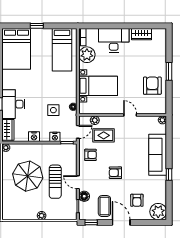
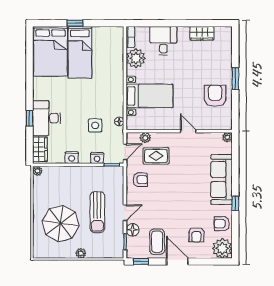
desk: (114, 40) -> (163, 41), width x0.73
bed: (62, 50) -> (80, 52), moved
armchair: (115, 173) -> (222, 224), moved
parasol: (28, 176) -> (61, 223), moved
door: (78, 182) -> (125, 213), swing flipped

